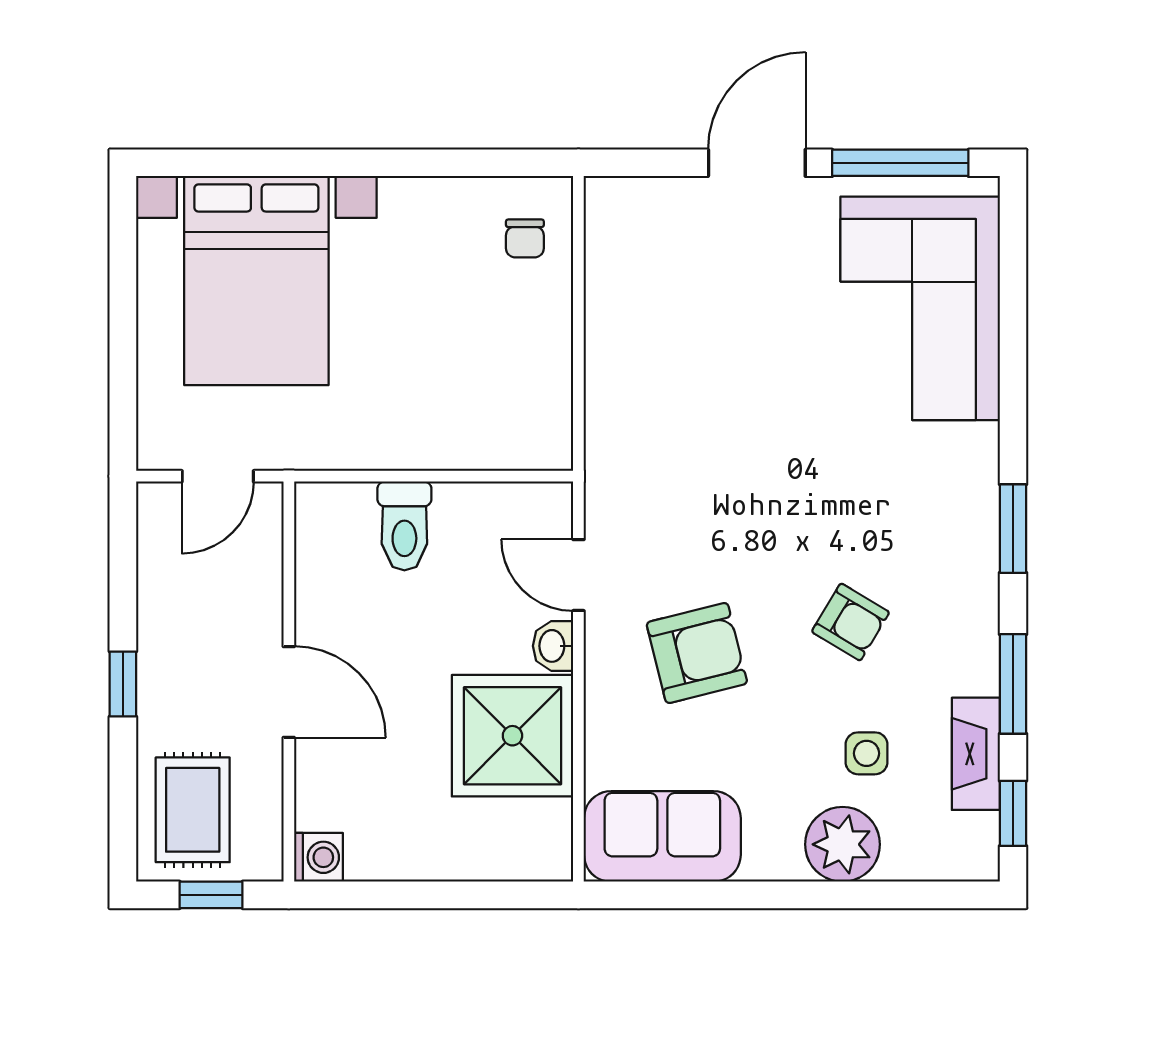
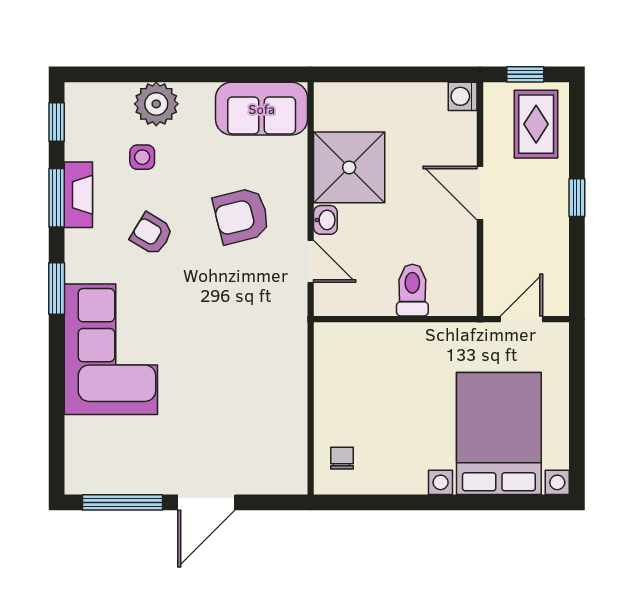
corner sofa: (920, 308) -> (111, 349), moved
fireplace: (976, 754) -> (78, 195), moved

